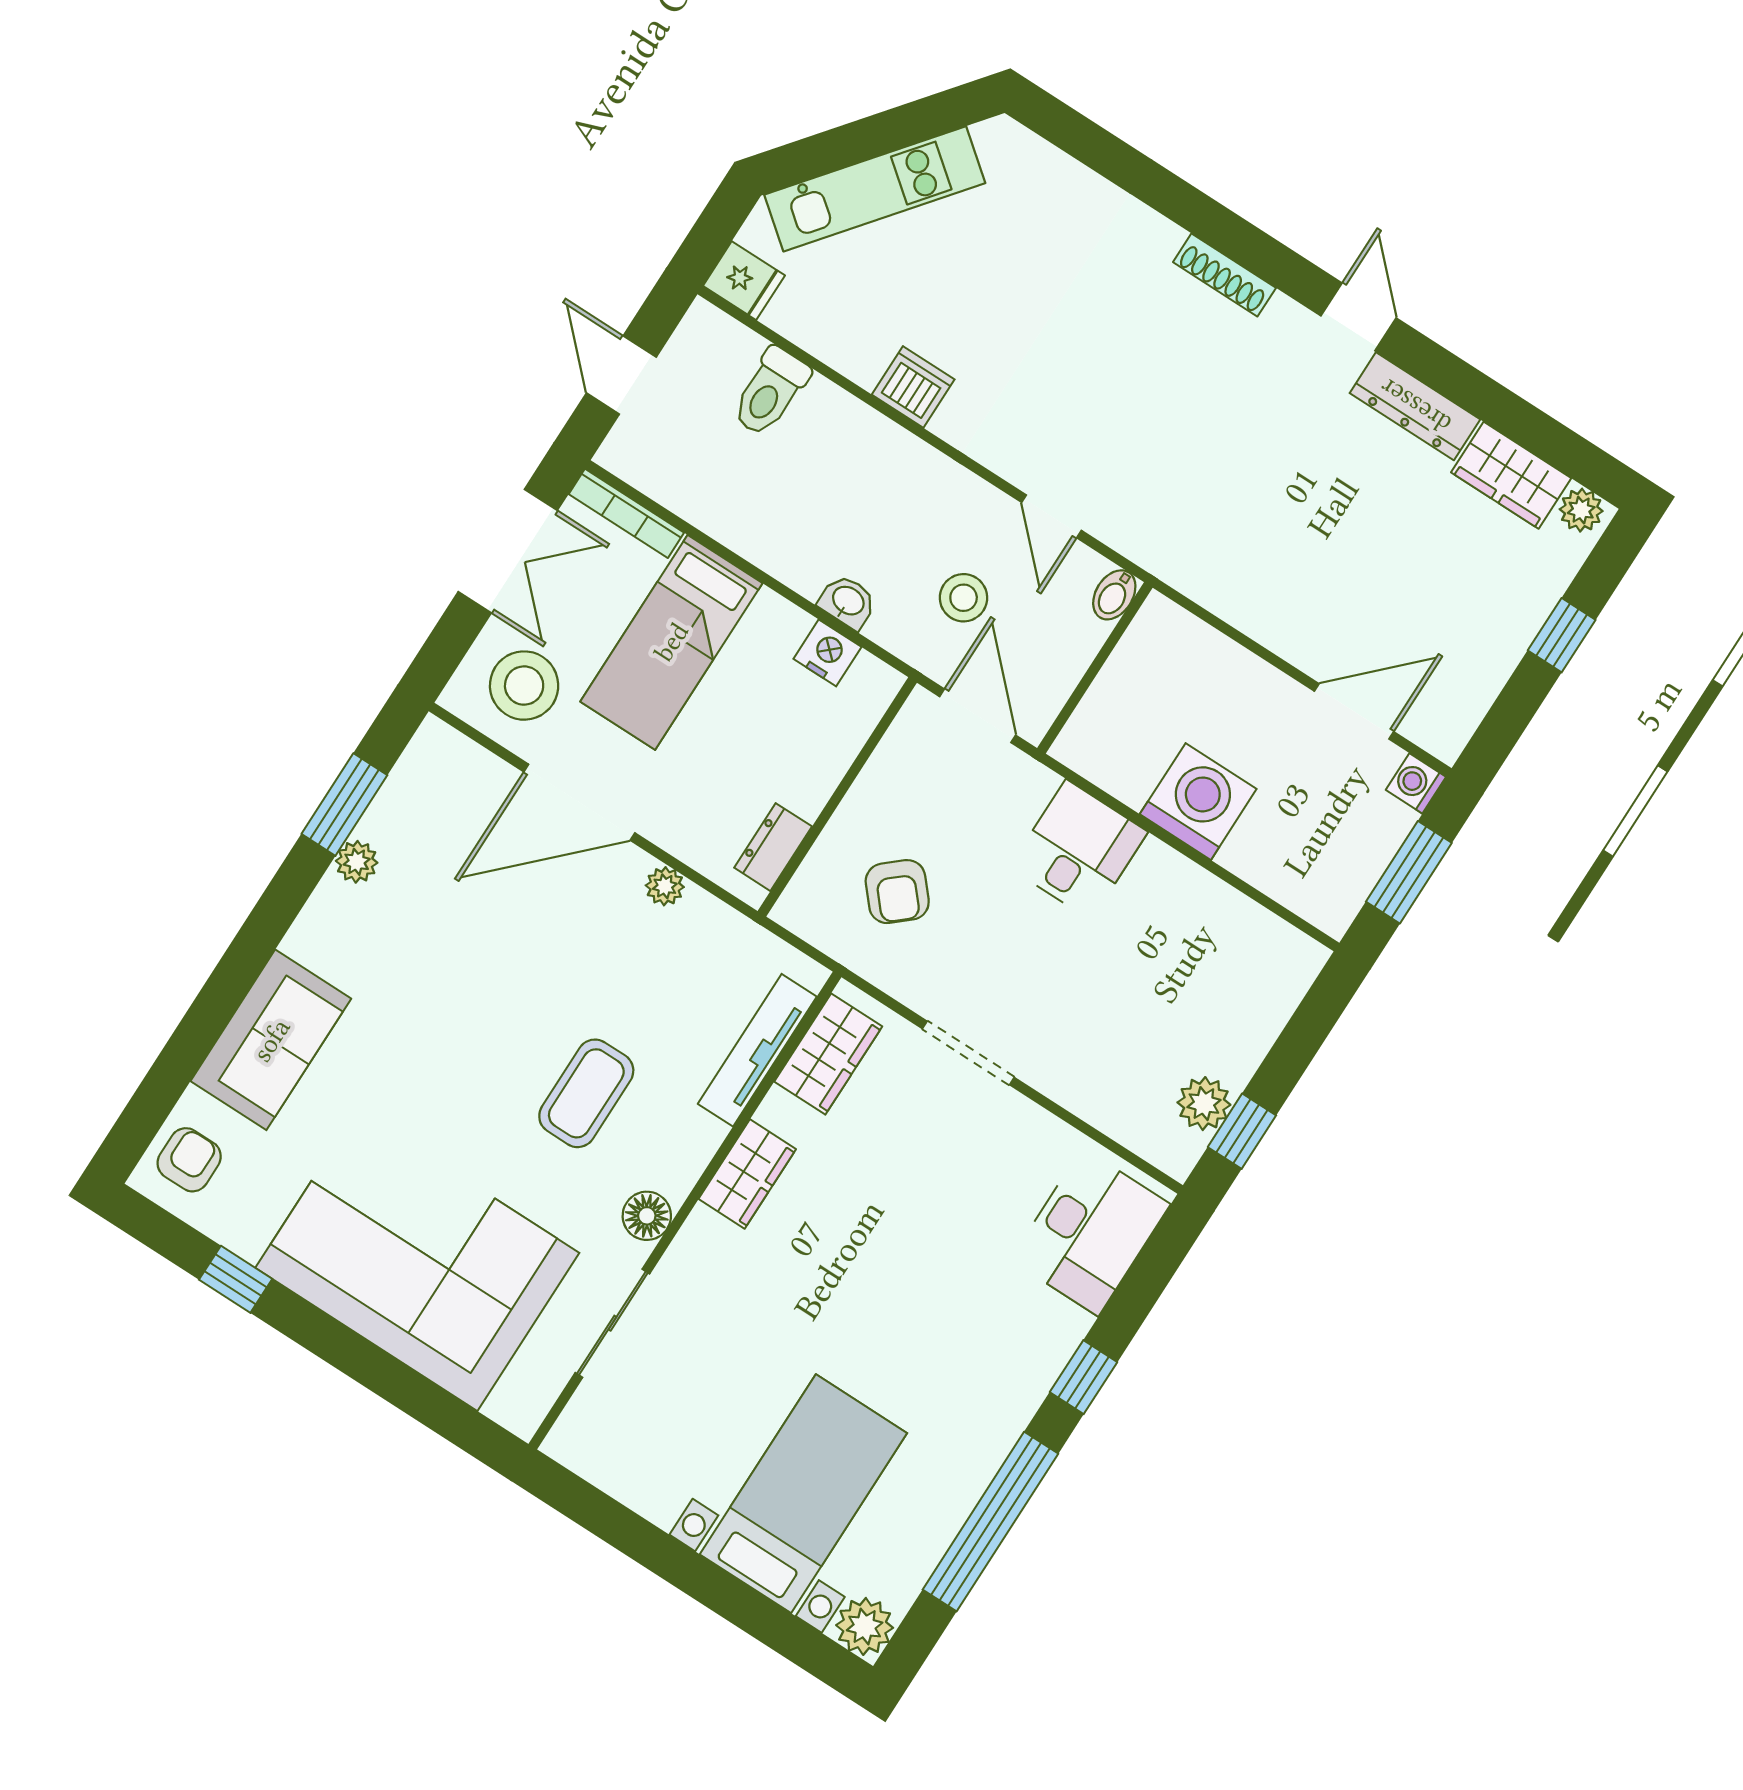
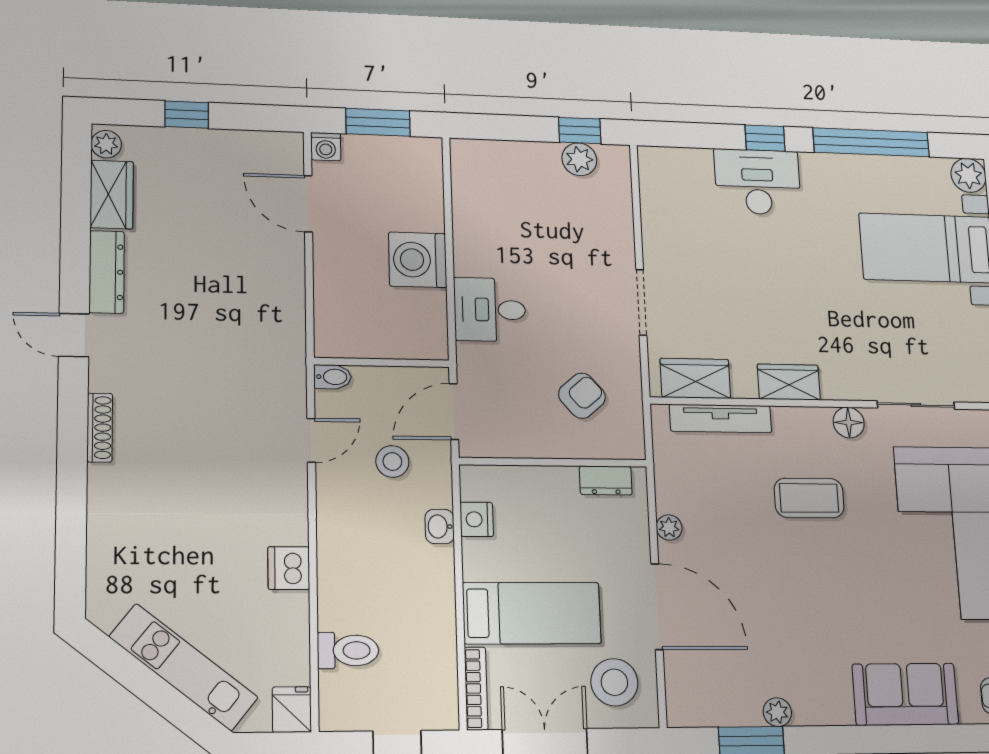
door: (1358, 317) -> (74, 335), hinge flipped
desk: (1090, 1232) -> (758, 182), moved

